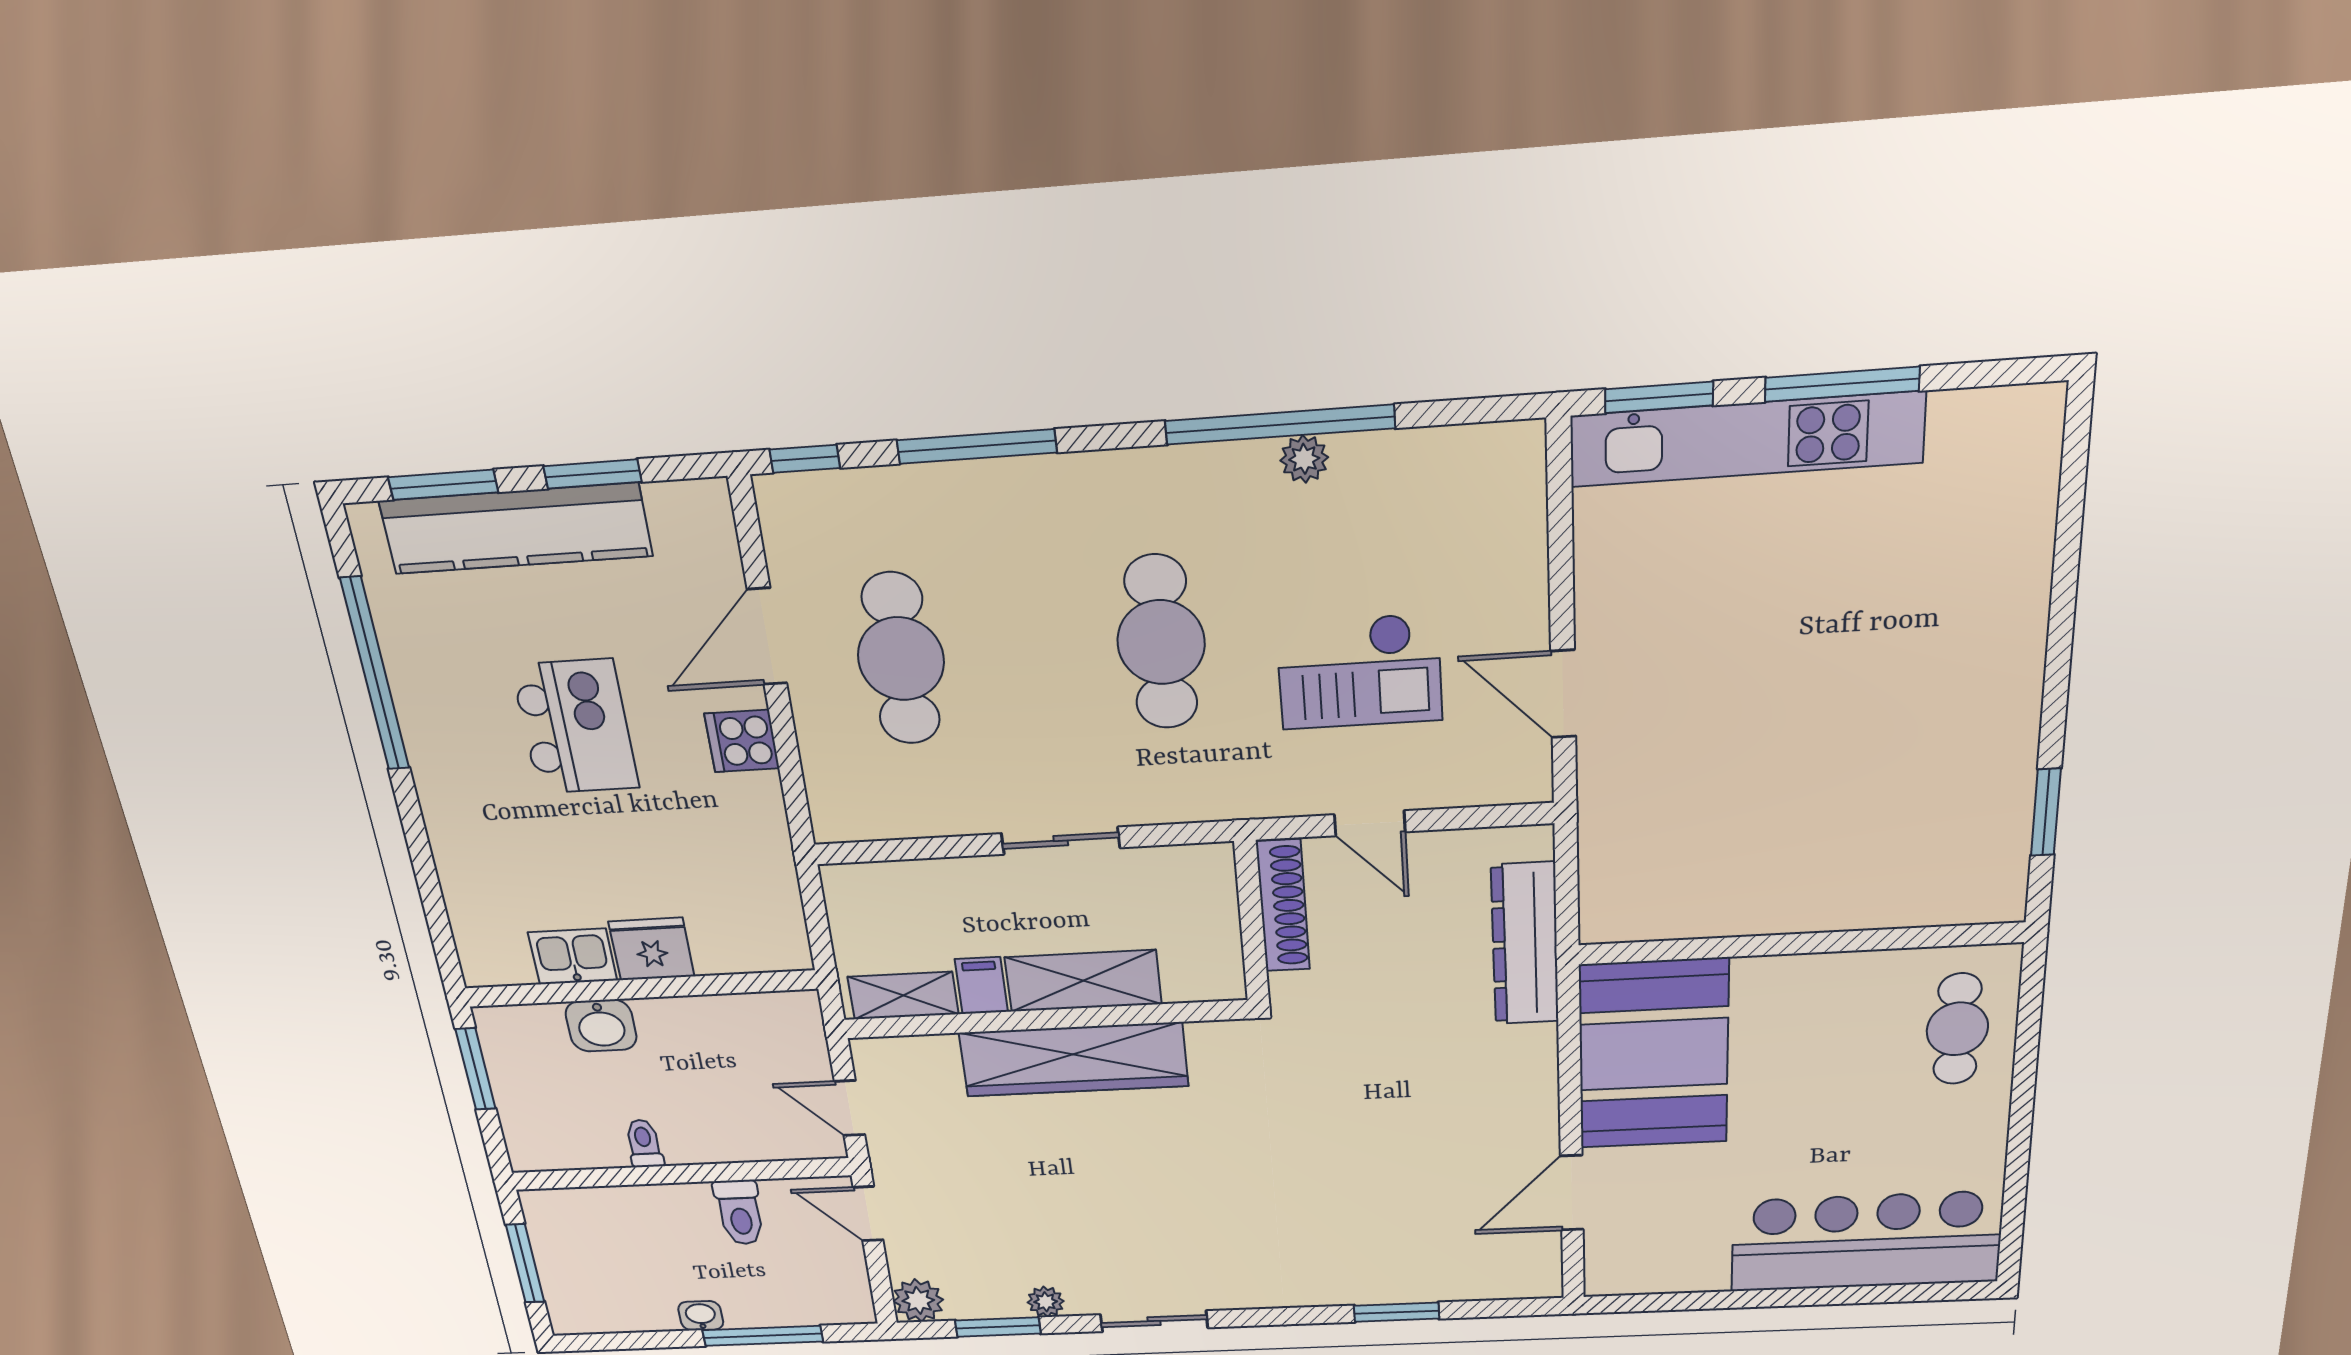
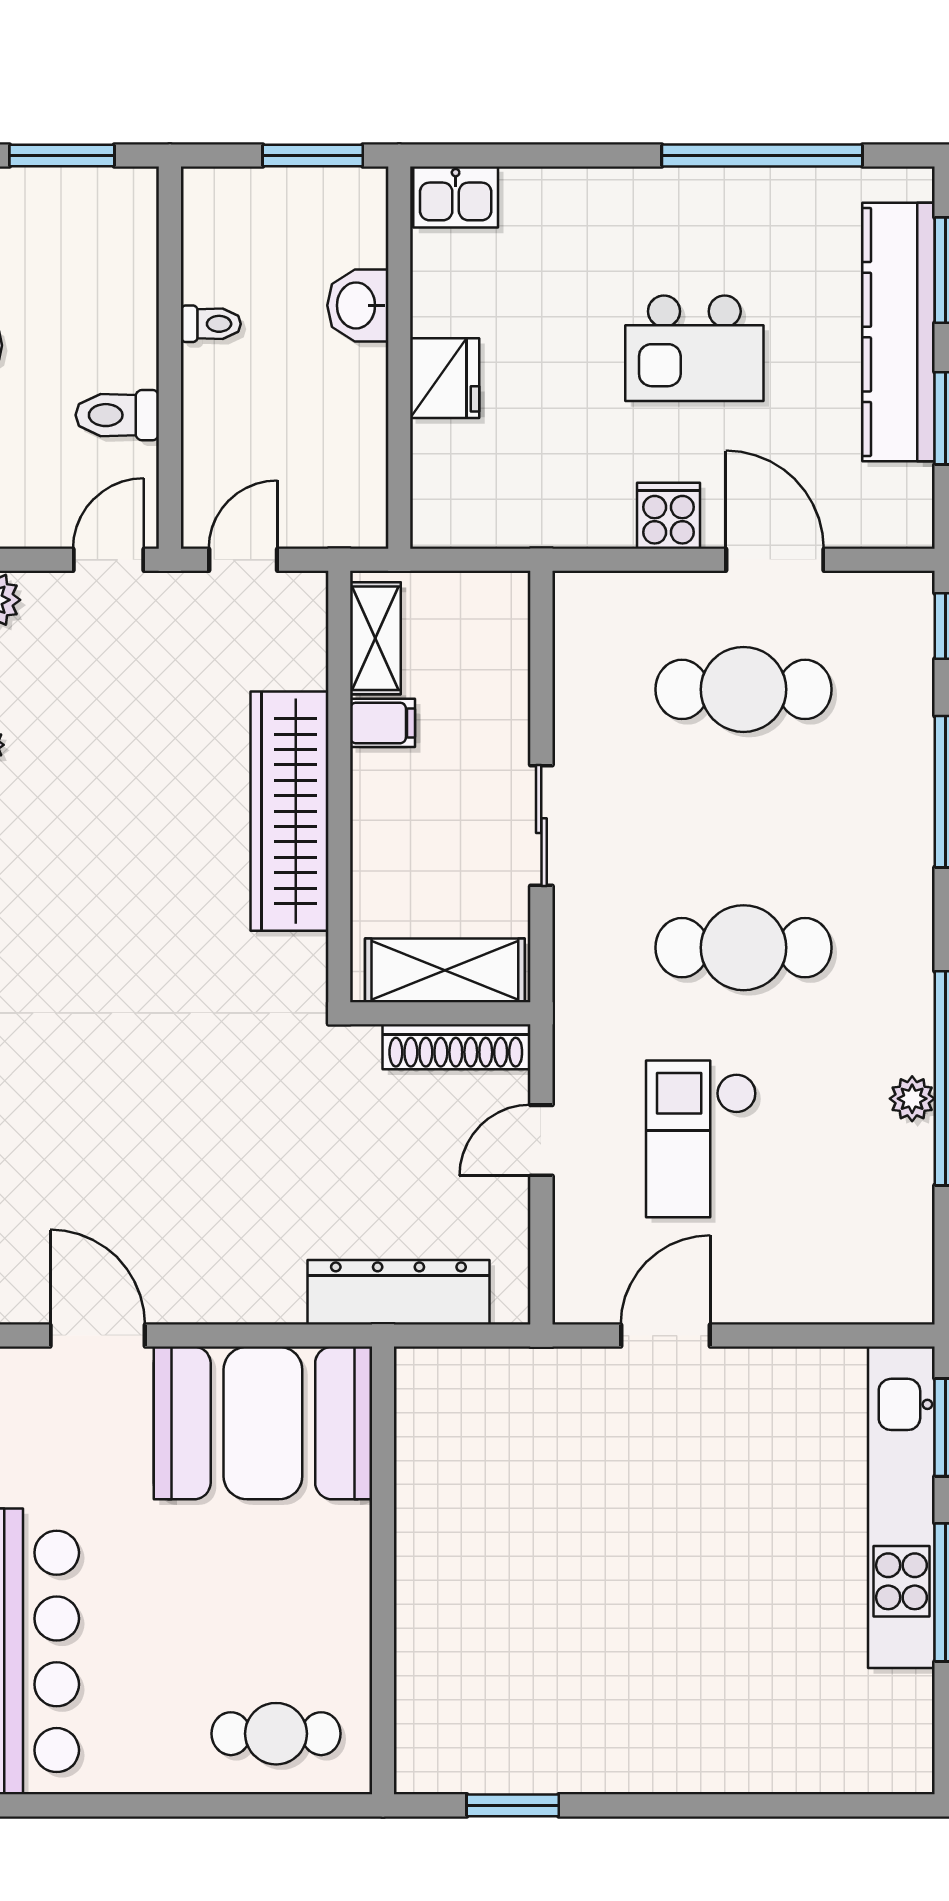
kitchen sink: (573, 956) -> (456, 197), moved, turned 90
shelving: (1083, 981) -> (445, 970), moved, turned 90

